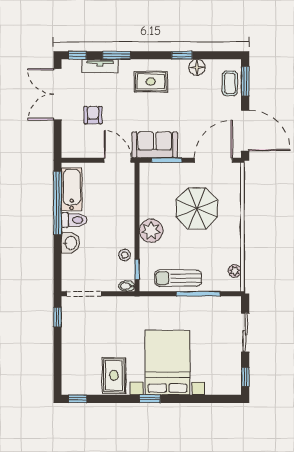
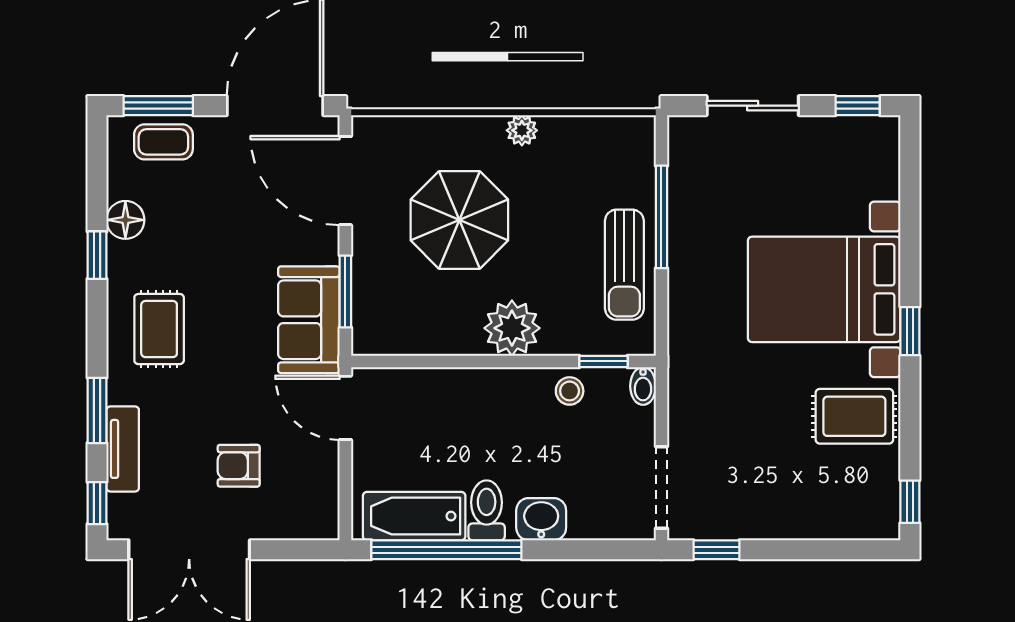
door: (117, 160) -> (345, 408), hinge flipped
plant: (235, 271) -> (522, 130), moved

